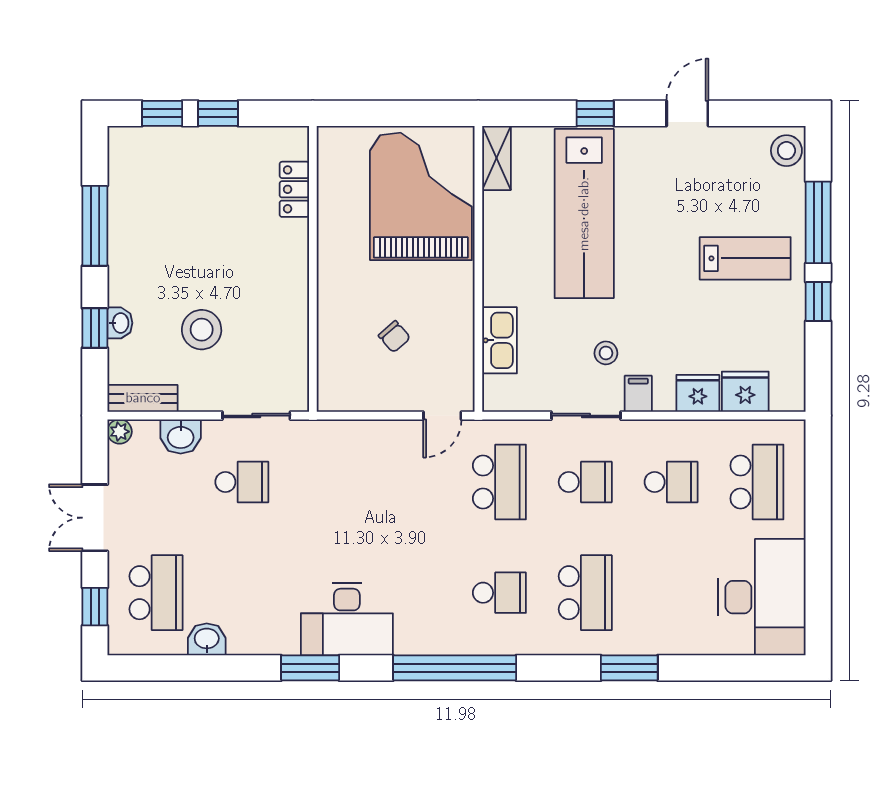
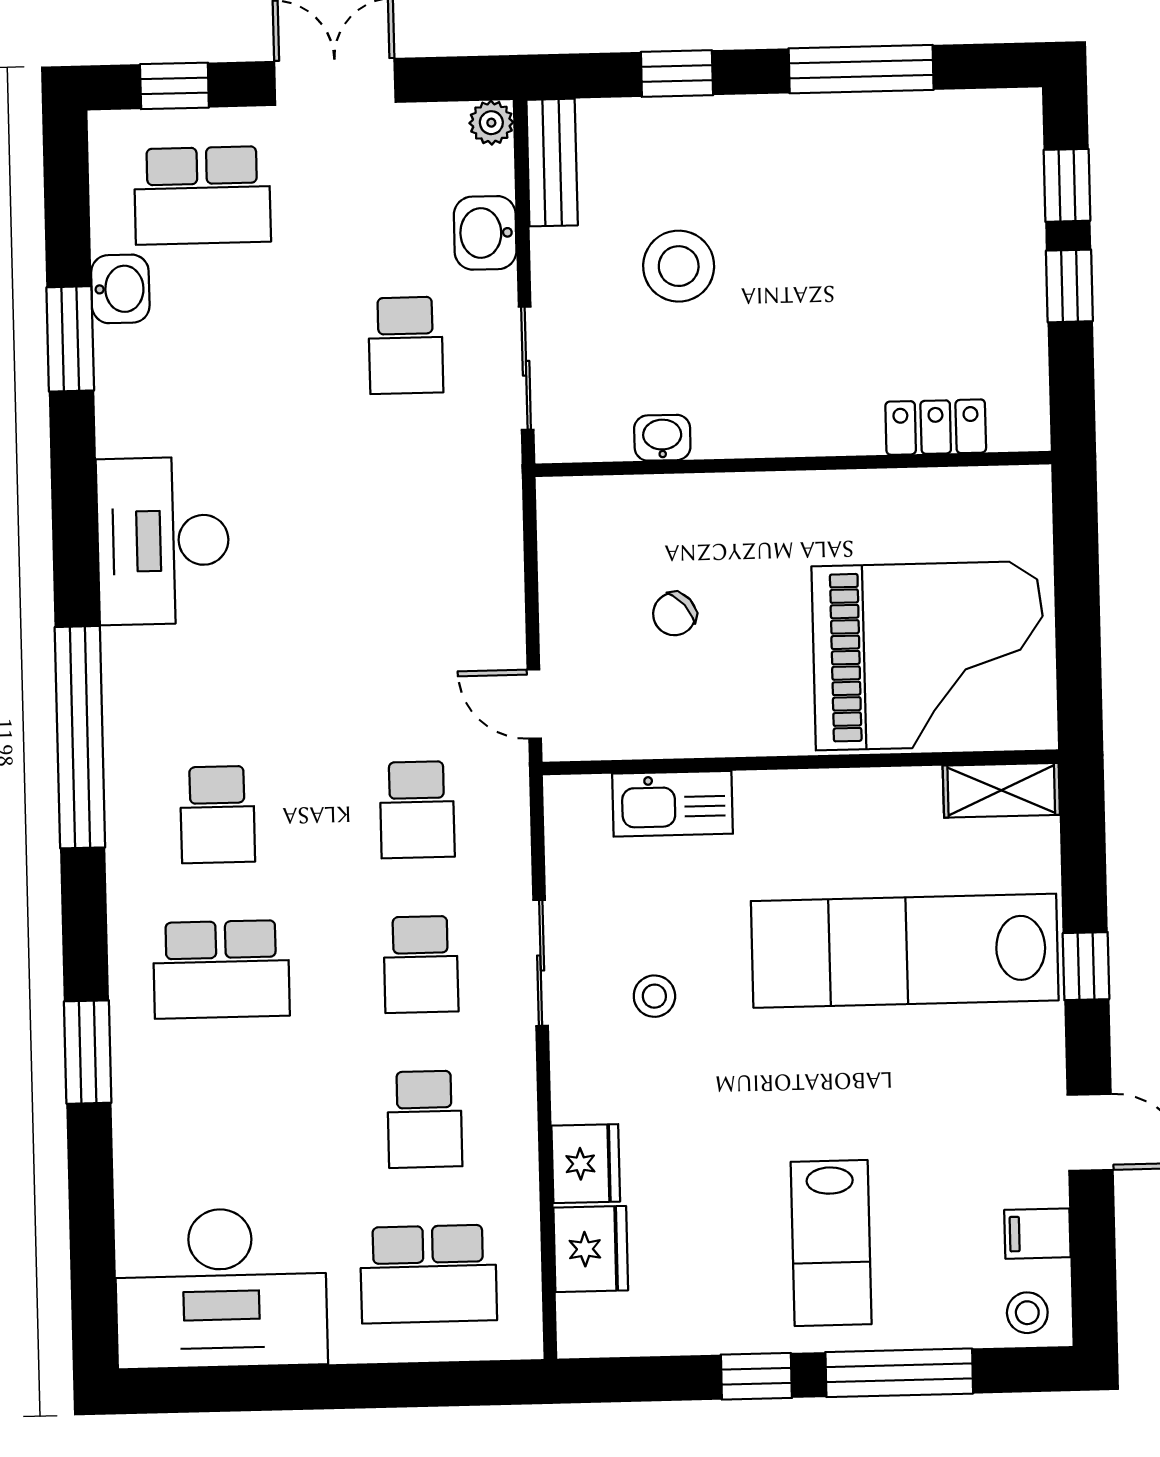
stool: (786, 151) -> (1027, 1313), width x0.73, depth x0.73
washbasin: (120, 323) -> (662, 438), moved, turned 180
filing cabinet: (638, 394) -> (1037, 1234), moved, turned 180
school desk: (499, 482) -> (417, 810), width x0.54
window: (310, 668) -> (70, 339), moved

